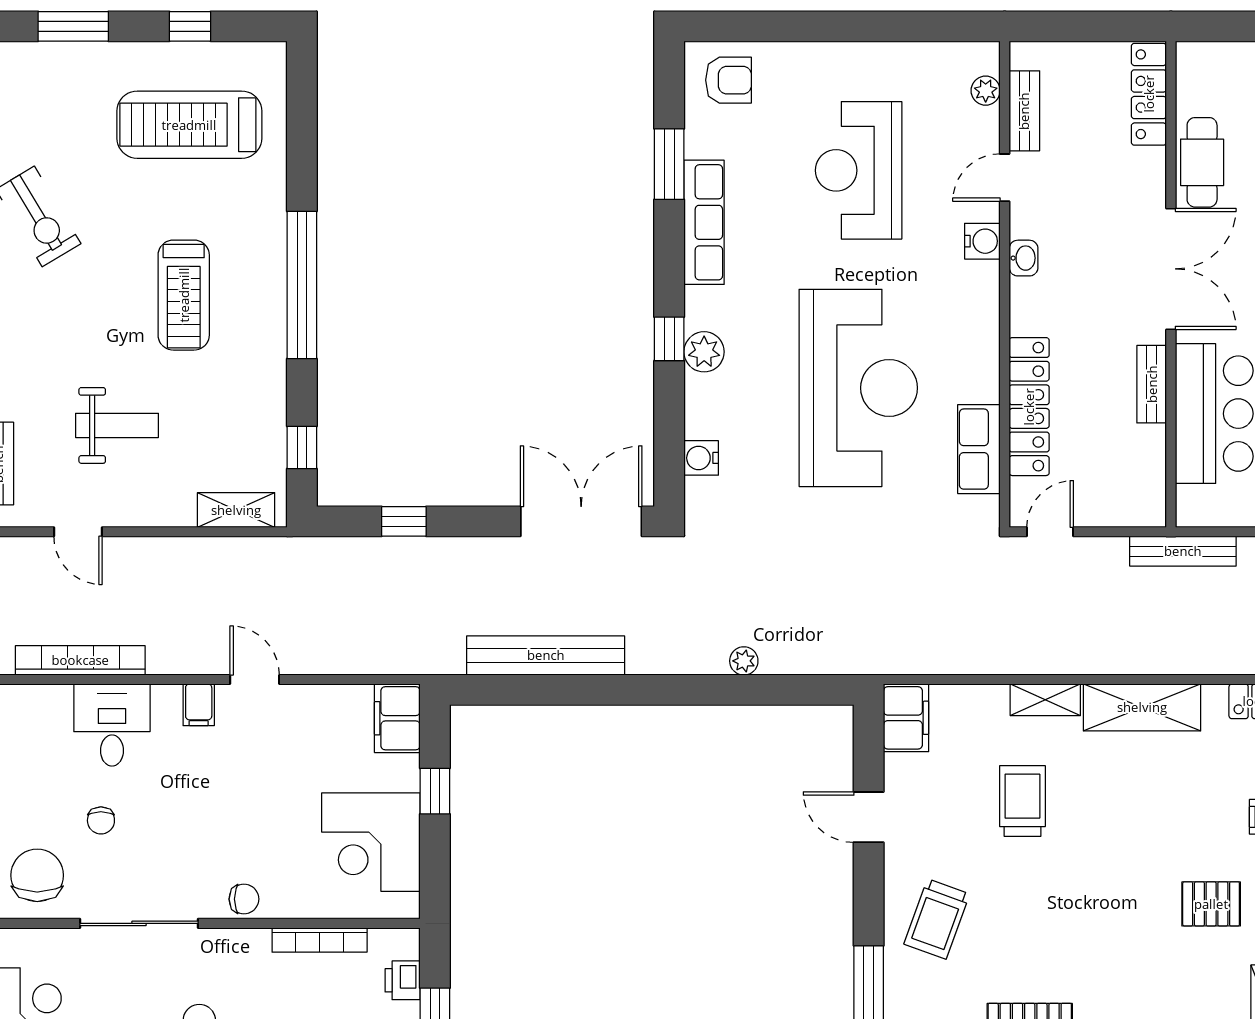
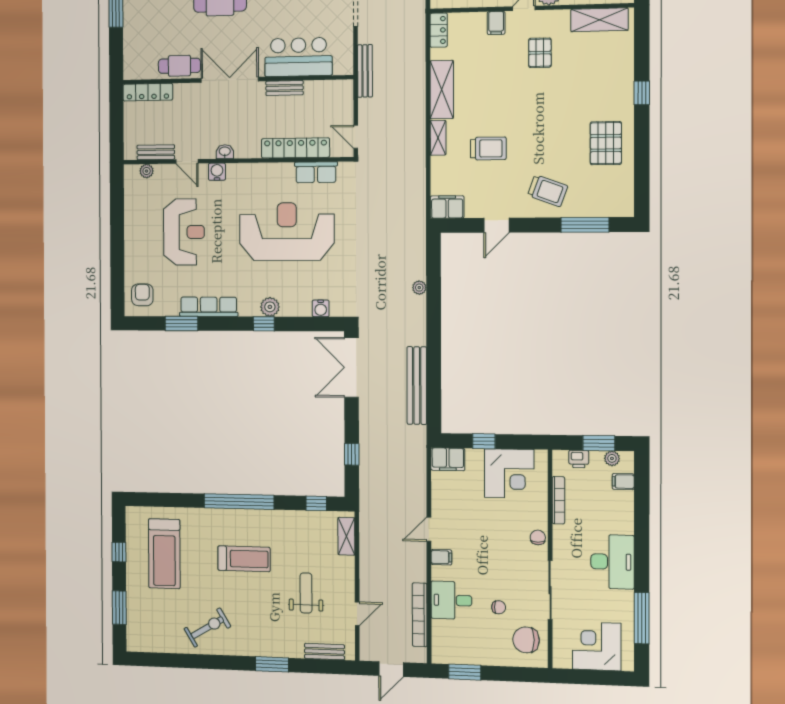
reception desk: (859, 170) -> (184, 232), turned -90
trolley: (1022, 801) -> (488, 148), turned 180

